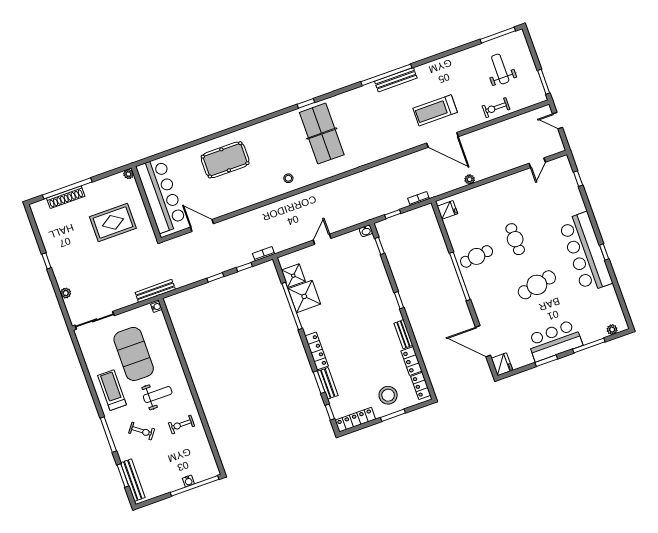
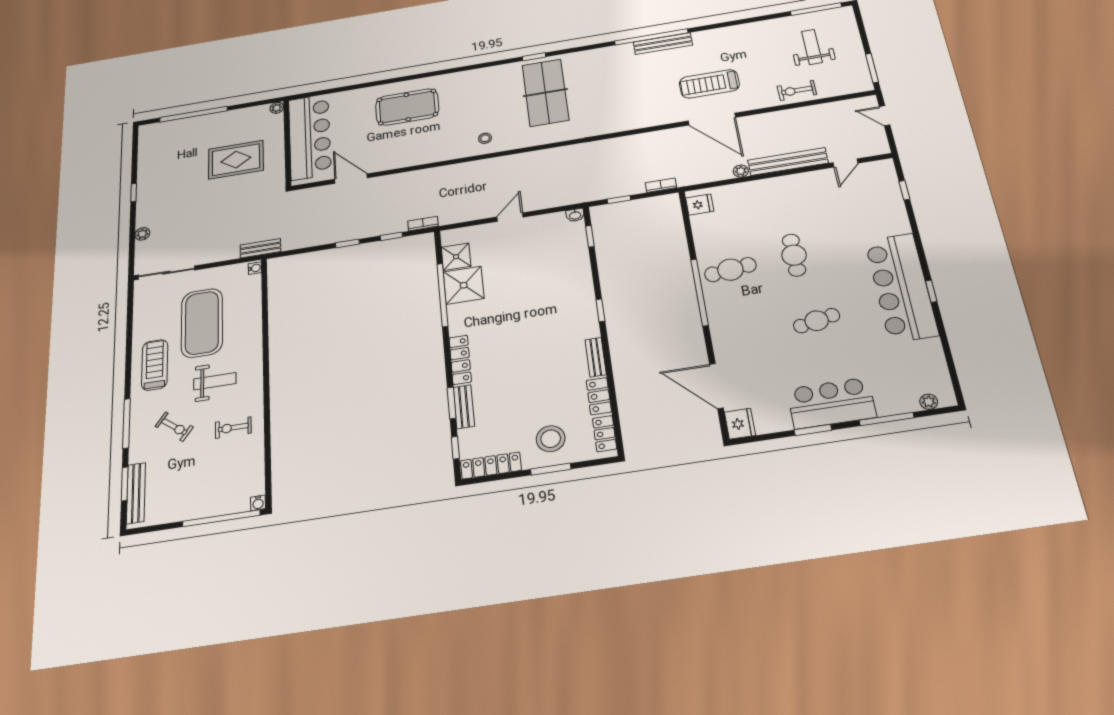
bench: (499, 167) -> (788, 162), added
shoe rack: (66, 197) -> (188, 124), removed
cafe table: (537, 285) -> (817, 321), width x0.73, depth x0.74
bench: (155, 291) -> (260, 248), width x0.73
water cooler: (188, 481) -> (258, 503), moved

